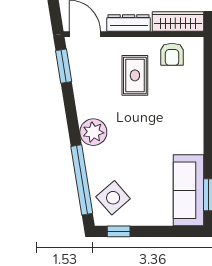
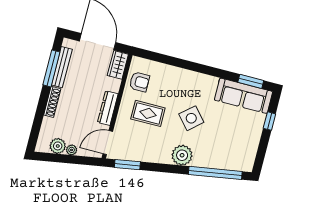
wardrobe: (178, 22) -> (118, 65), width x0.67
side table: (113, 198) -> (191, 118), moved
window: (119, 231) -> (269, 121), moved

